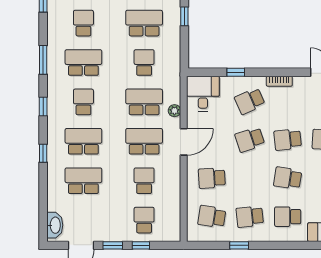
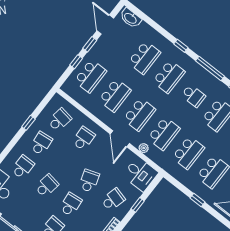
school desk: (144, 63) -> (188, 153), width x1.85
school desk: (250, 101) -> (113, 200), turned 39
window: (43, 106) -> (210, 68), width x2.17
school desk: (144, 181) -> (115, 95), width x1.85
school desk: (144, 220) -> (90, 76), width x1.85

